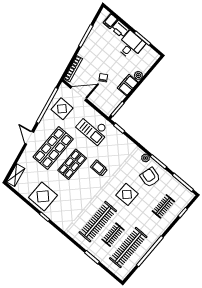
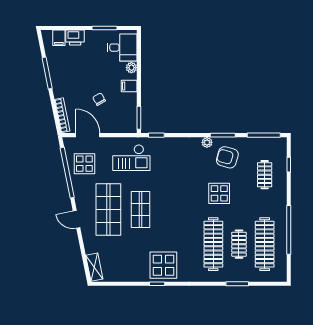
desk: (131, 45) -> (122, 48), moved, turned 90
filing cabinet: (128, 85) -> (129, 86), width x0.50
door: (78, 94) -> (88, 135), hinge flipped
trolley: (99, 168) -> (170, 191), removed
display table: (43, 196) -> (163, 265), moved

